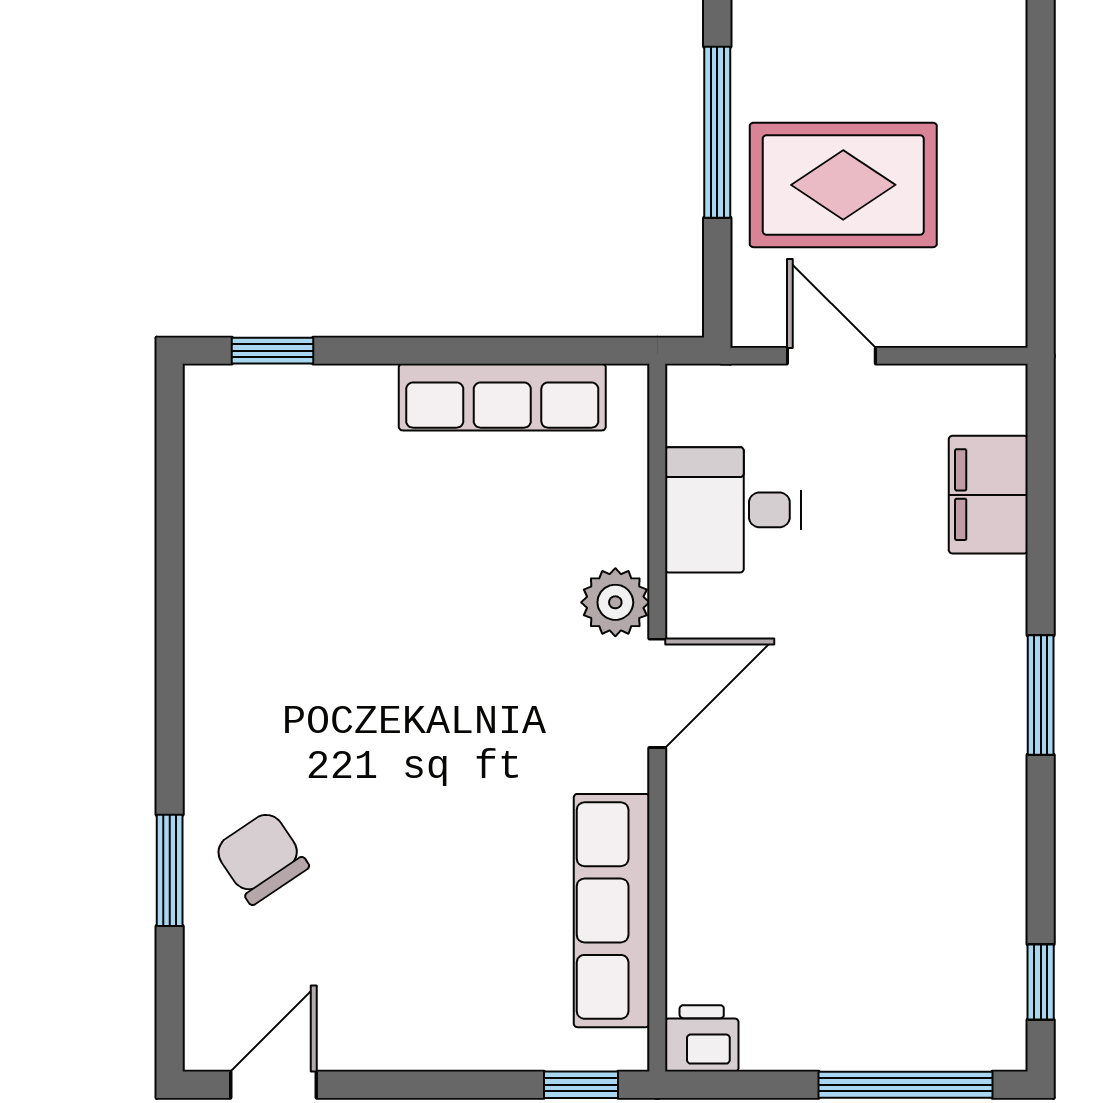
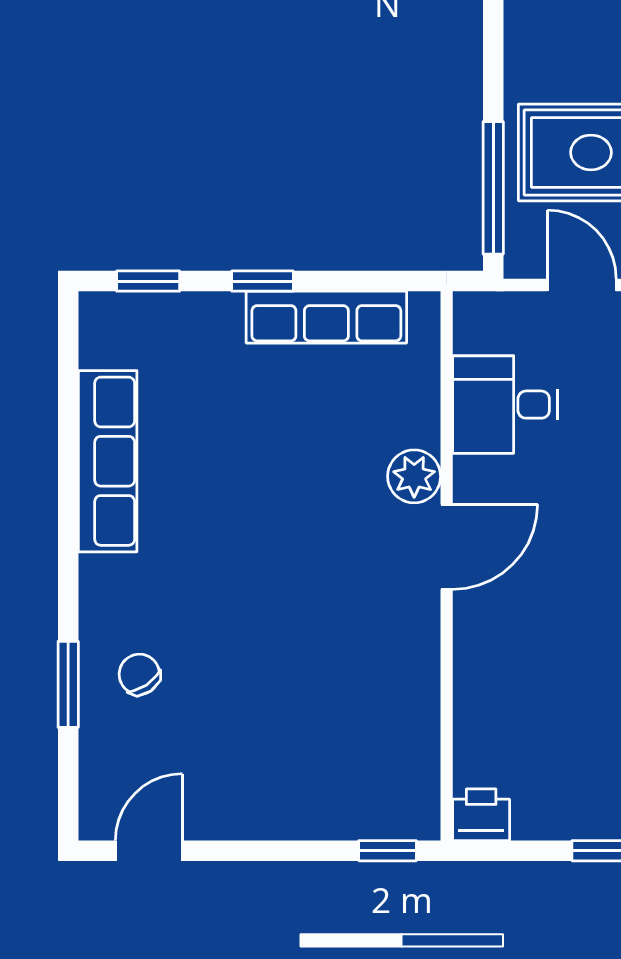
window: (717, 132) -> (493, 188), moved
window: (420, 351) -> (263, 281), added
chair: (261, 857) -> (139, 674), width x0.73, depth x0.73
row of seats: (612, 911) -> (108, 461), moved, turned 180

